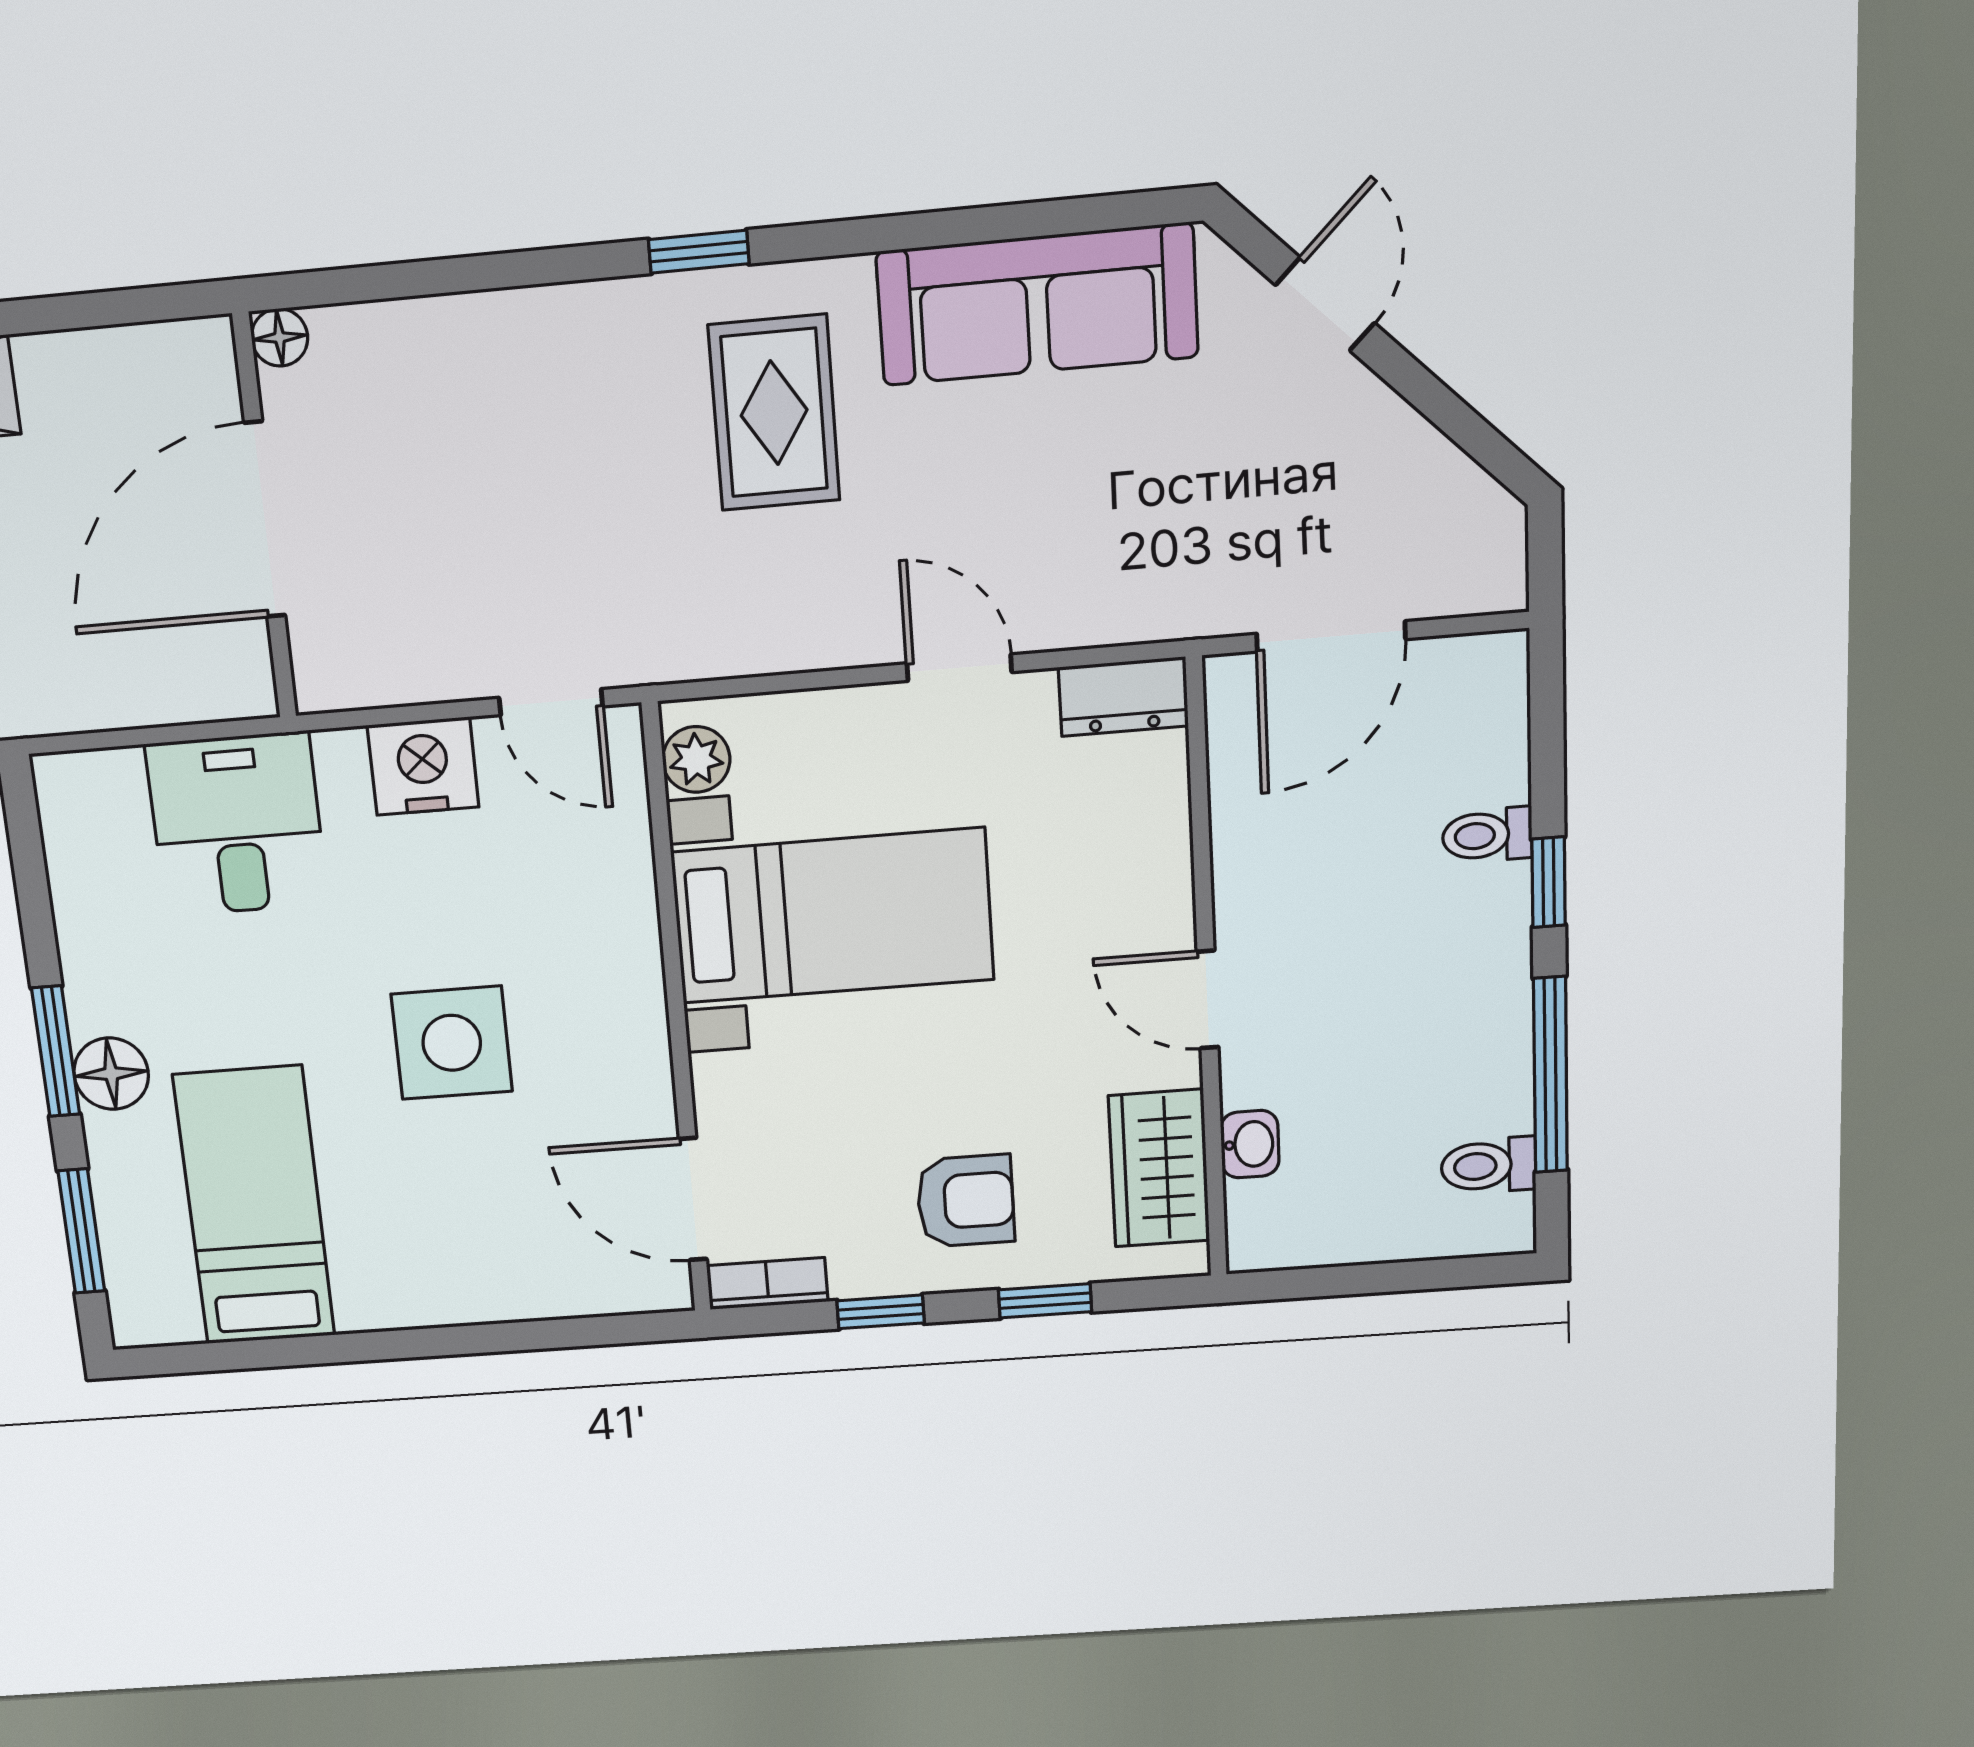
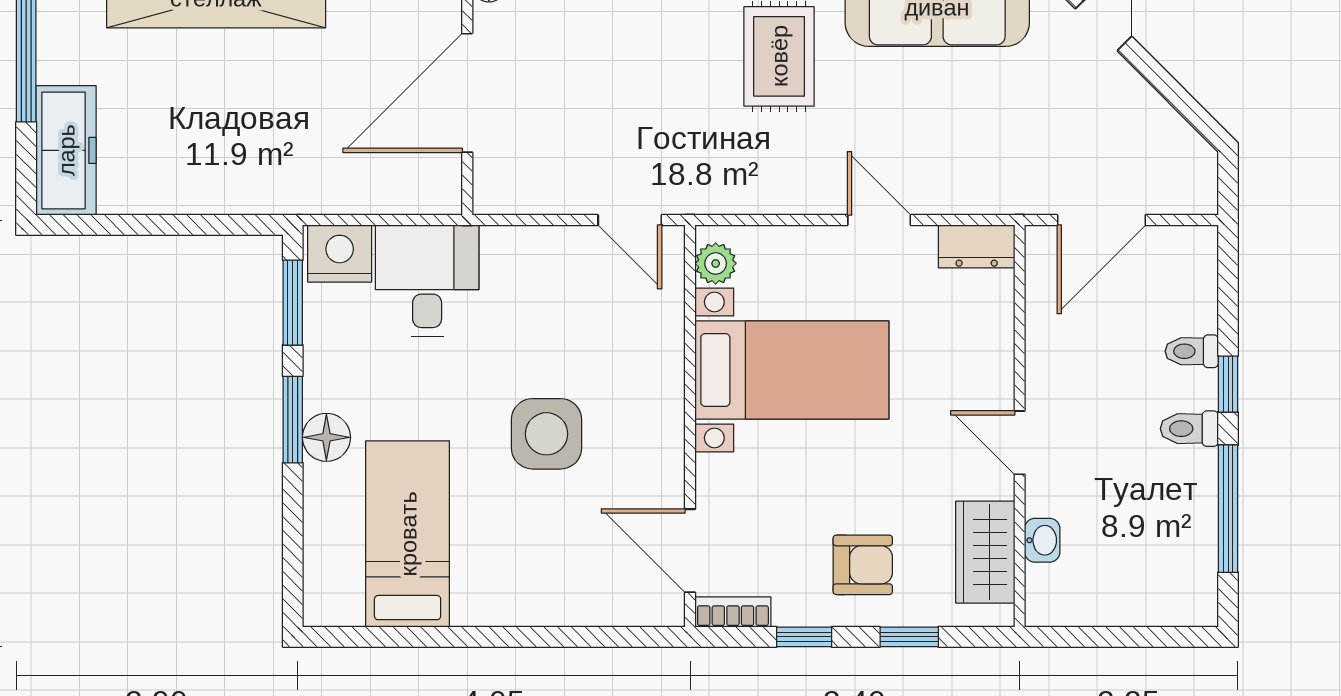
nightstand: (423, 766) -> (340, 254), moved
toilet: (1489, 1166) -> (1189, 429), moved
window: (81, 1231) -> (293, 303), moved

